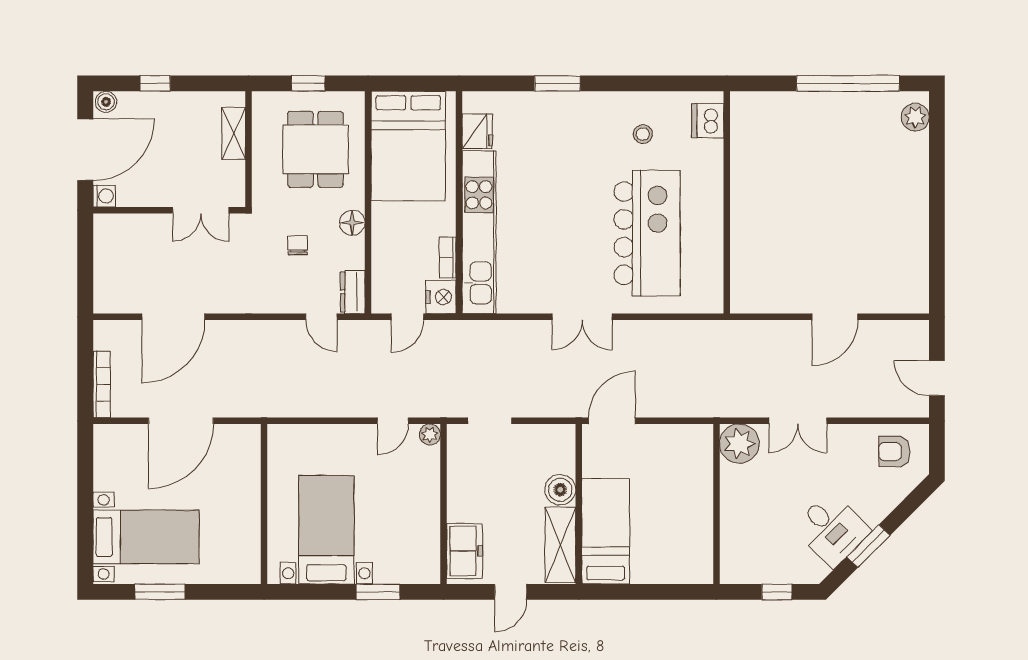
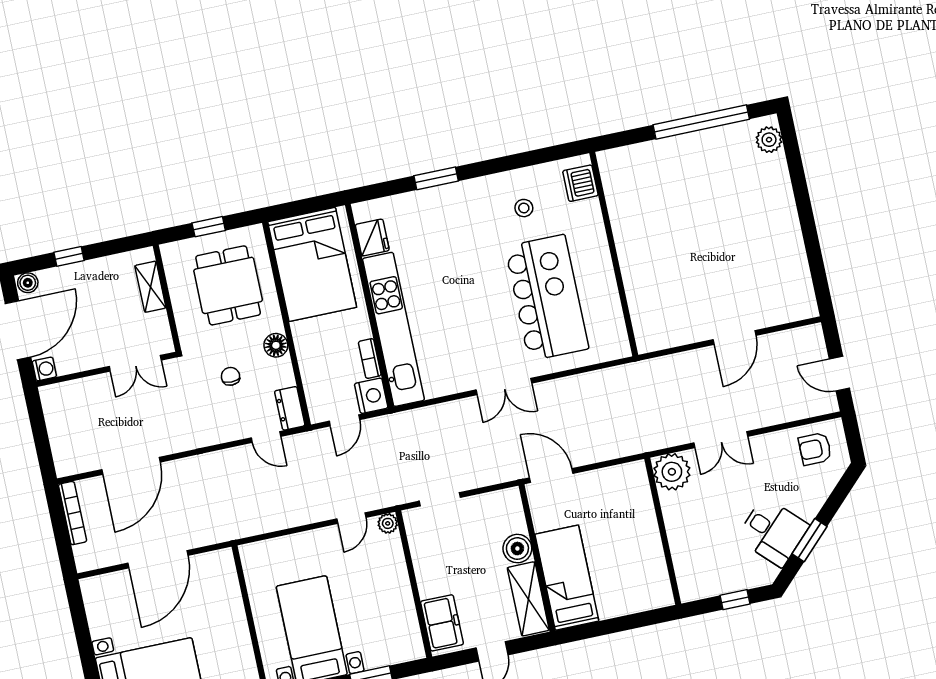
bookcase: (102, 384) -> (73, 513), moved
door: (612, 421) -> (551, 476), hinge flipped

